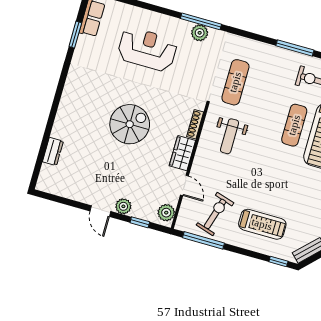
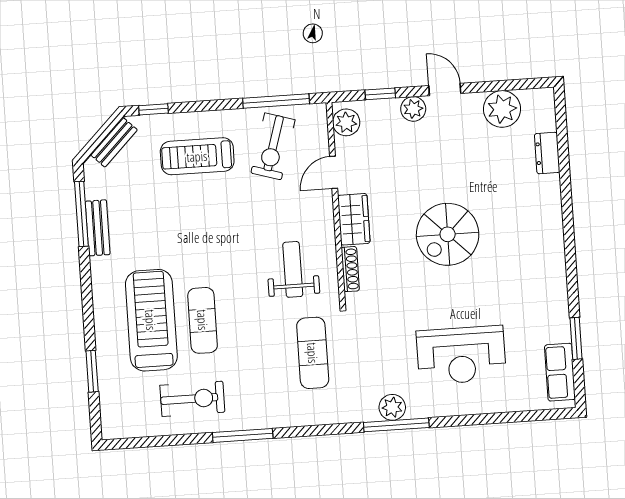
door: (184, 185) -> (334, 172), hinge flipped
plant: (70, 187) -> (502, 109), added

